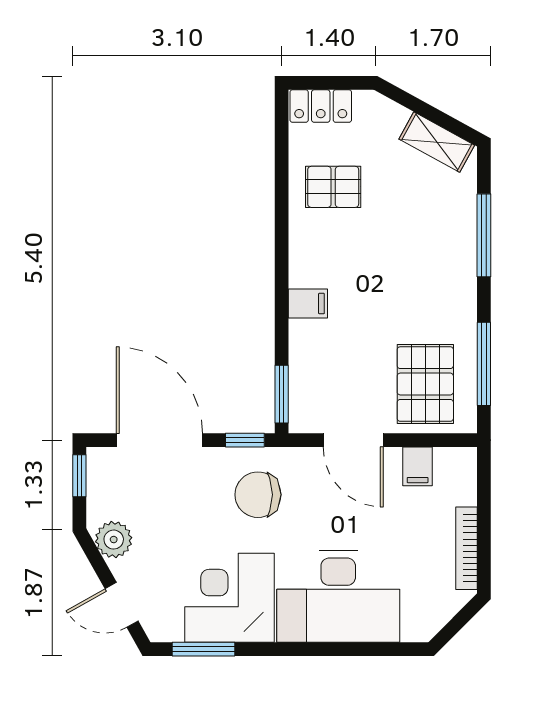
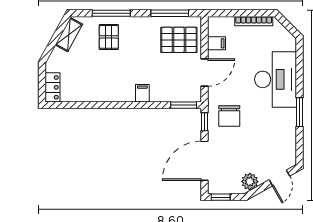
pallet: (333, 187) -> (109, 37), moved
corner desk: (230, 598) -> (276, 129), removed
window: (203, 649) -> (300, 112), moved

